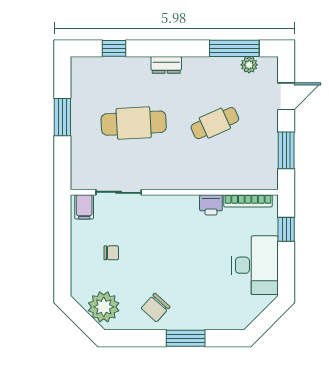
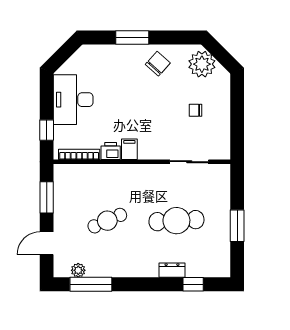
dresser: (166, 65) -> (172, 270), moved
filing cabinet: (84, 207) -> (129, 149), moved

